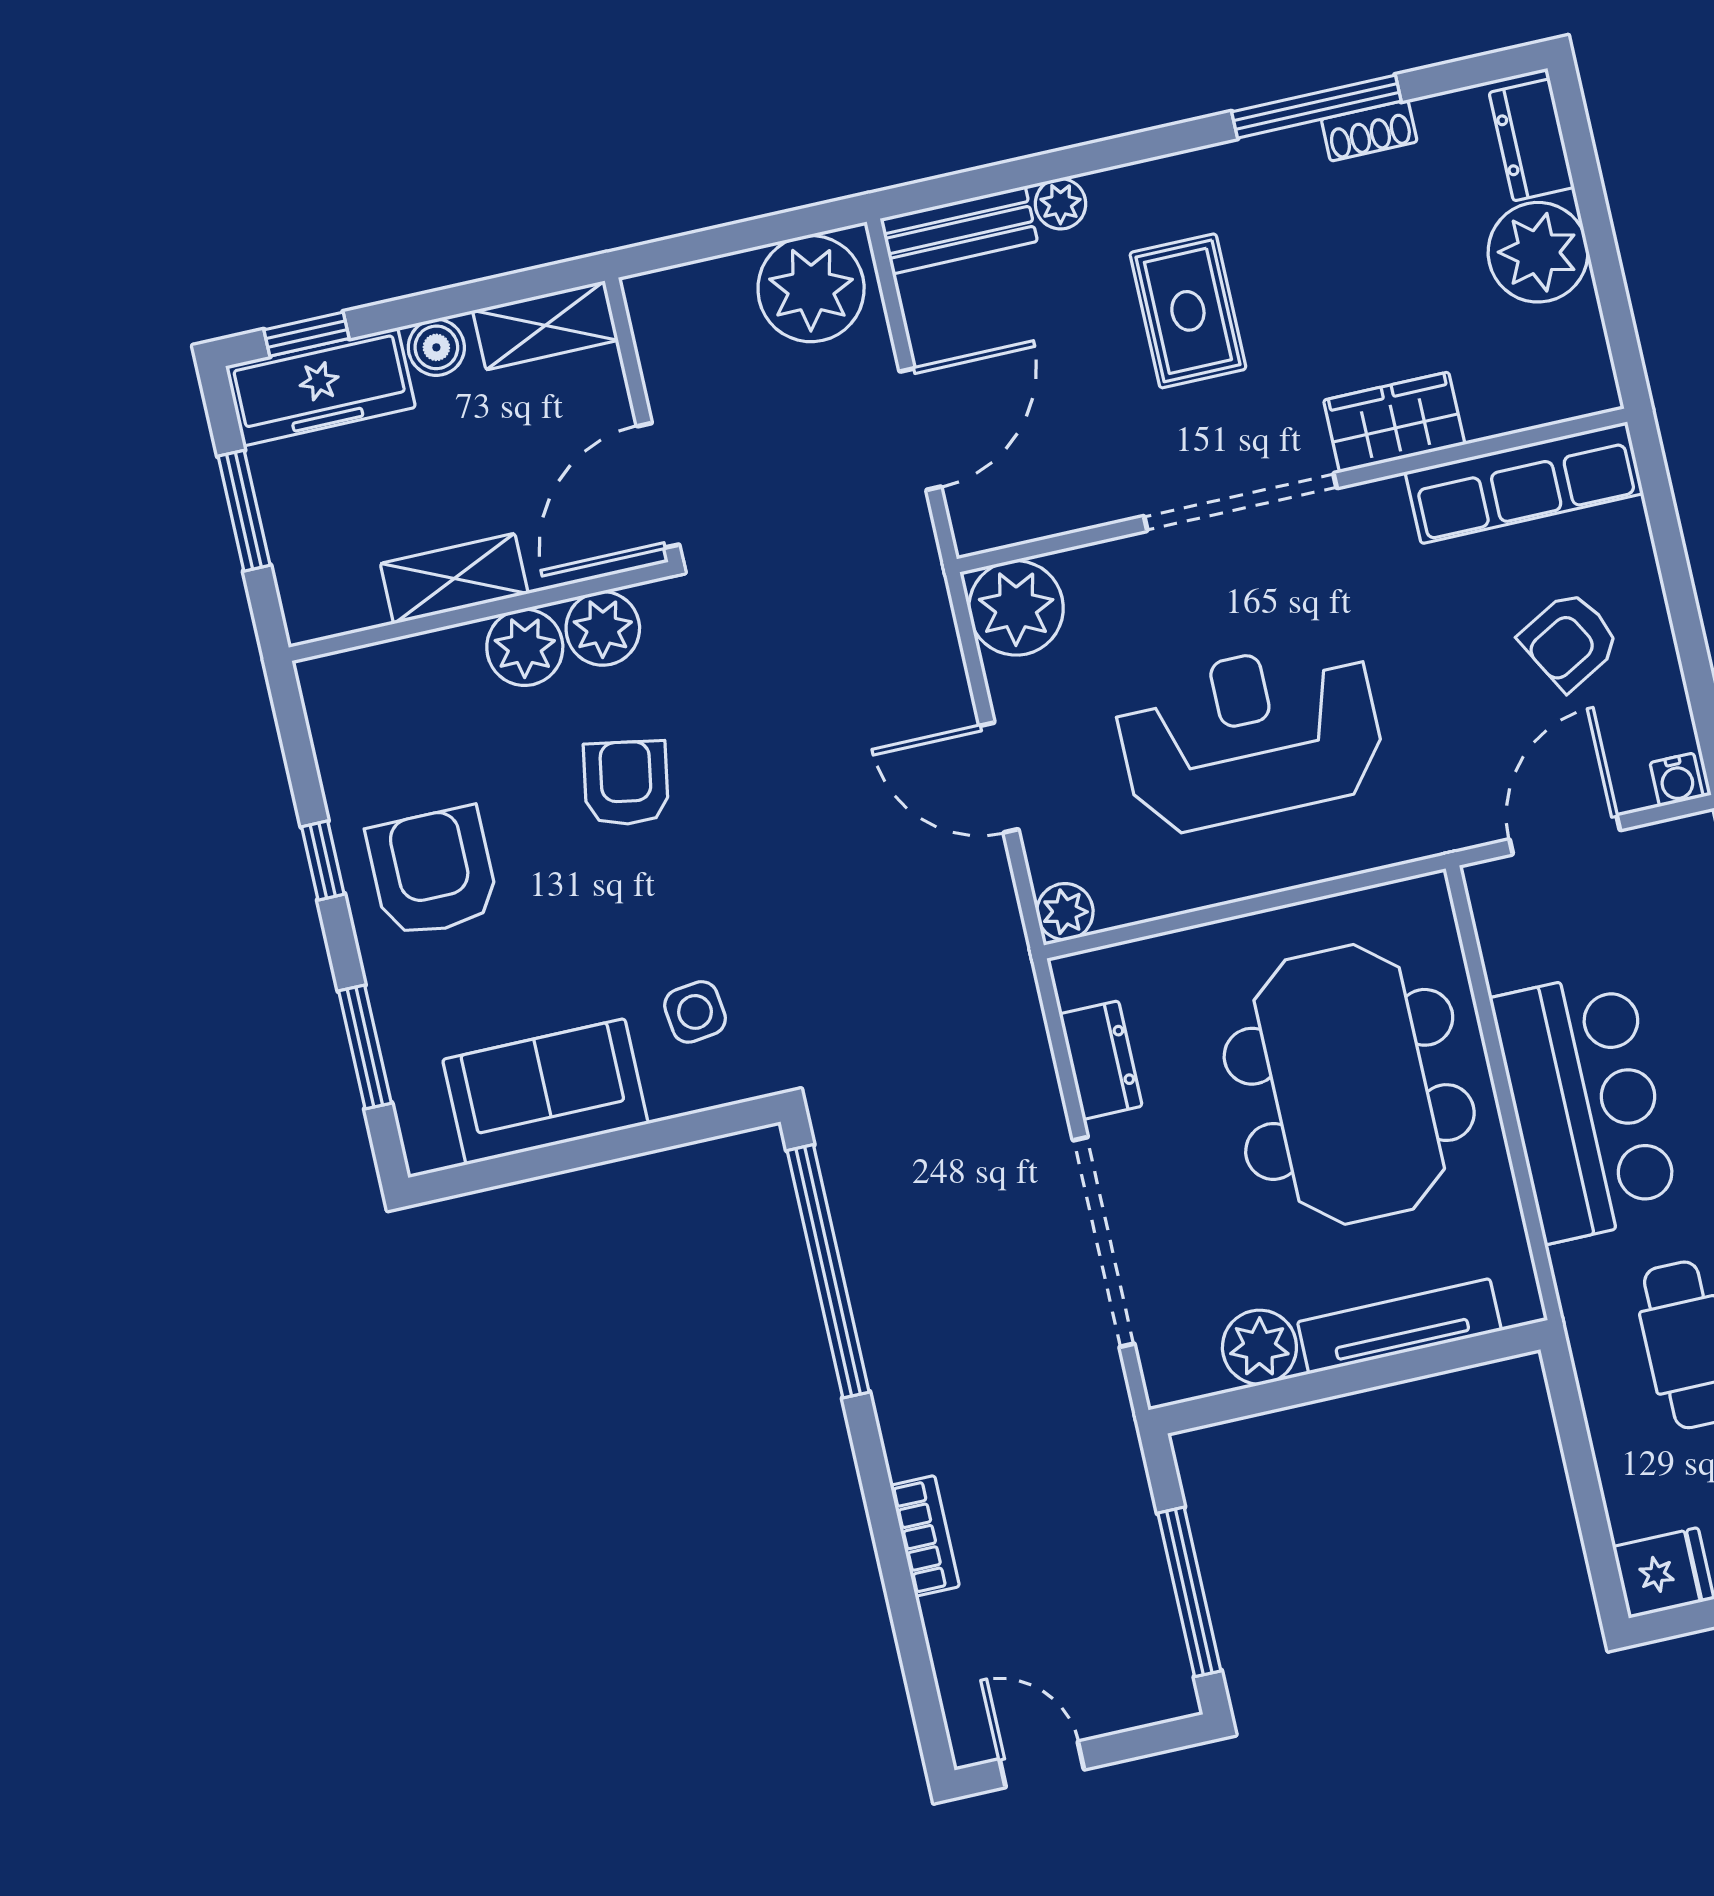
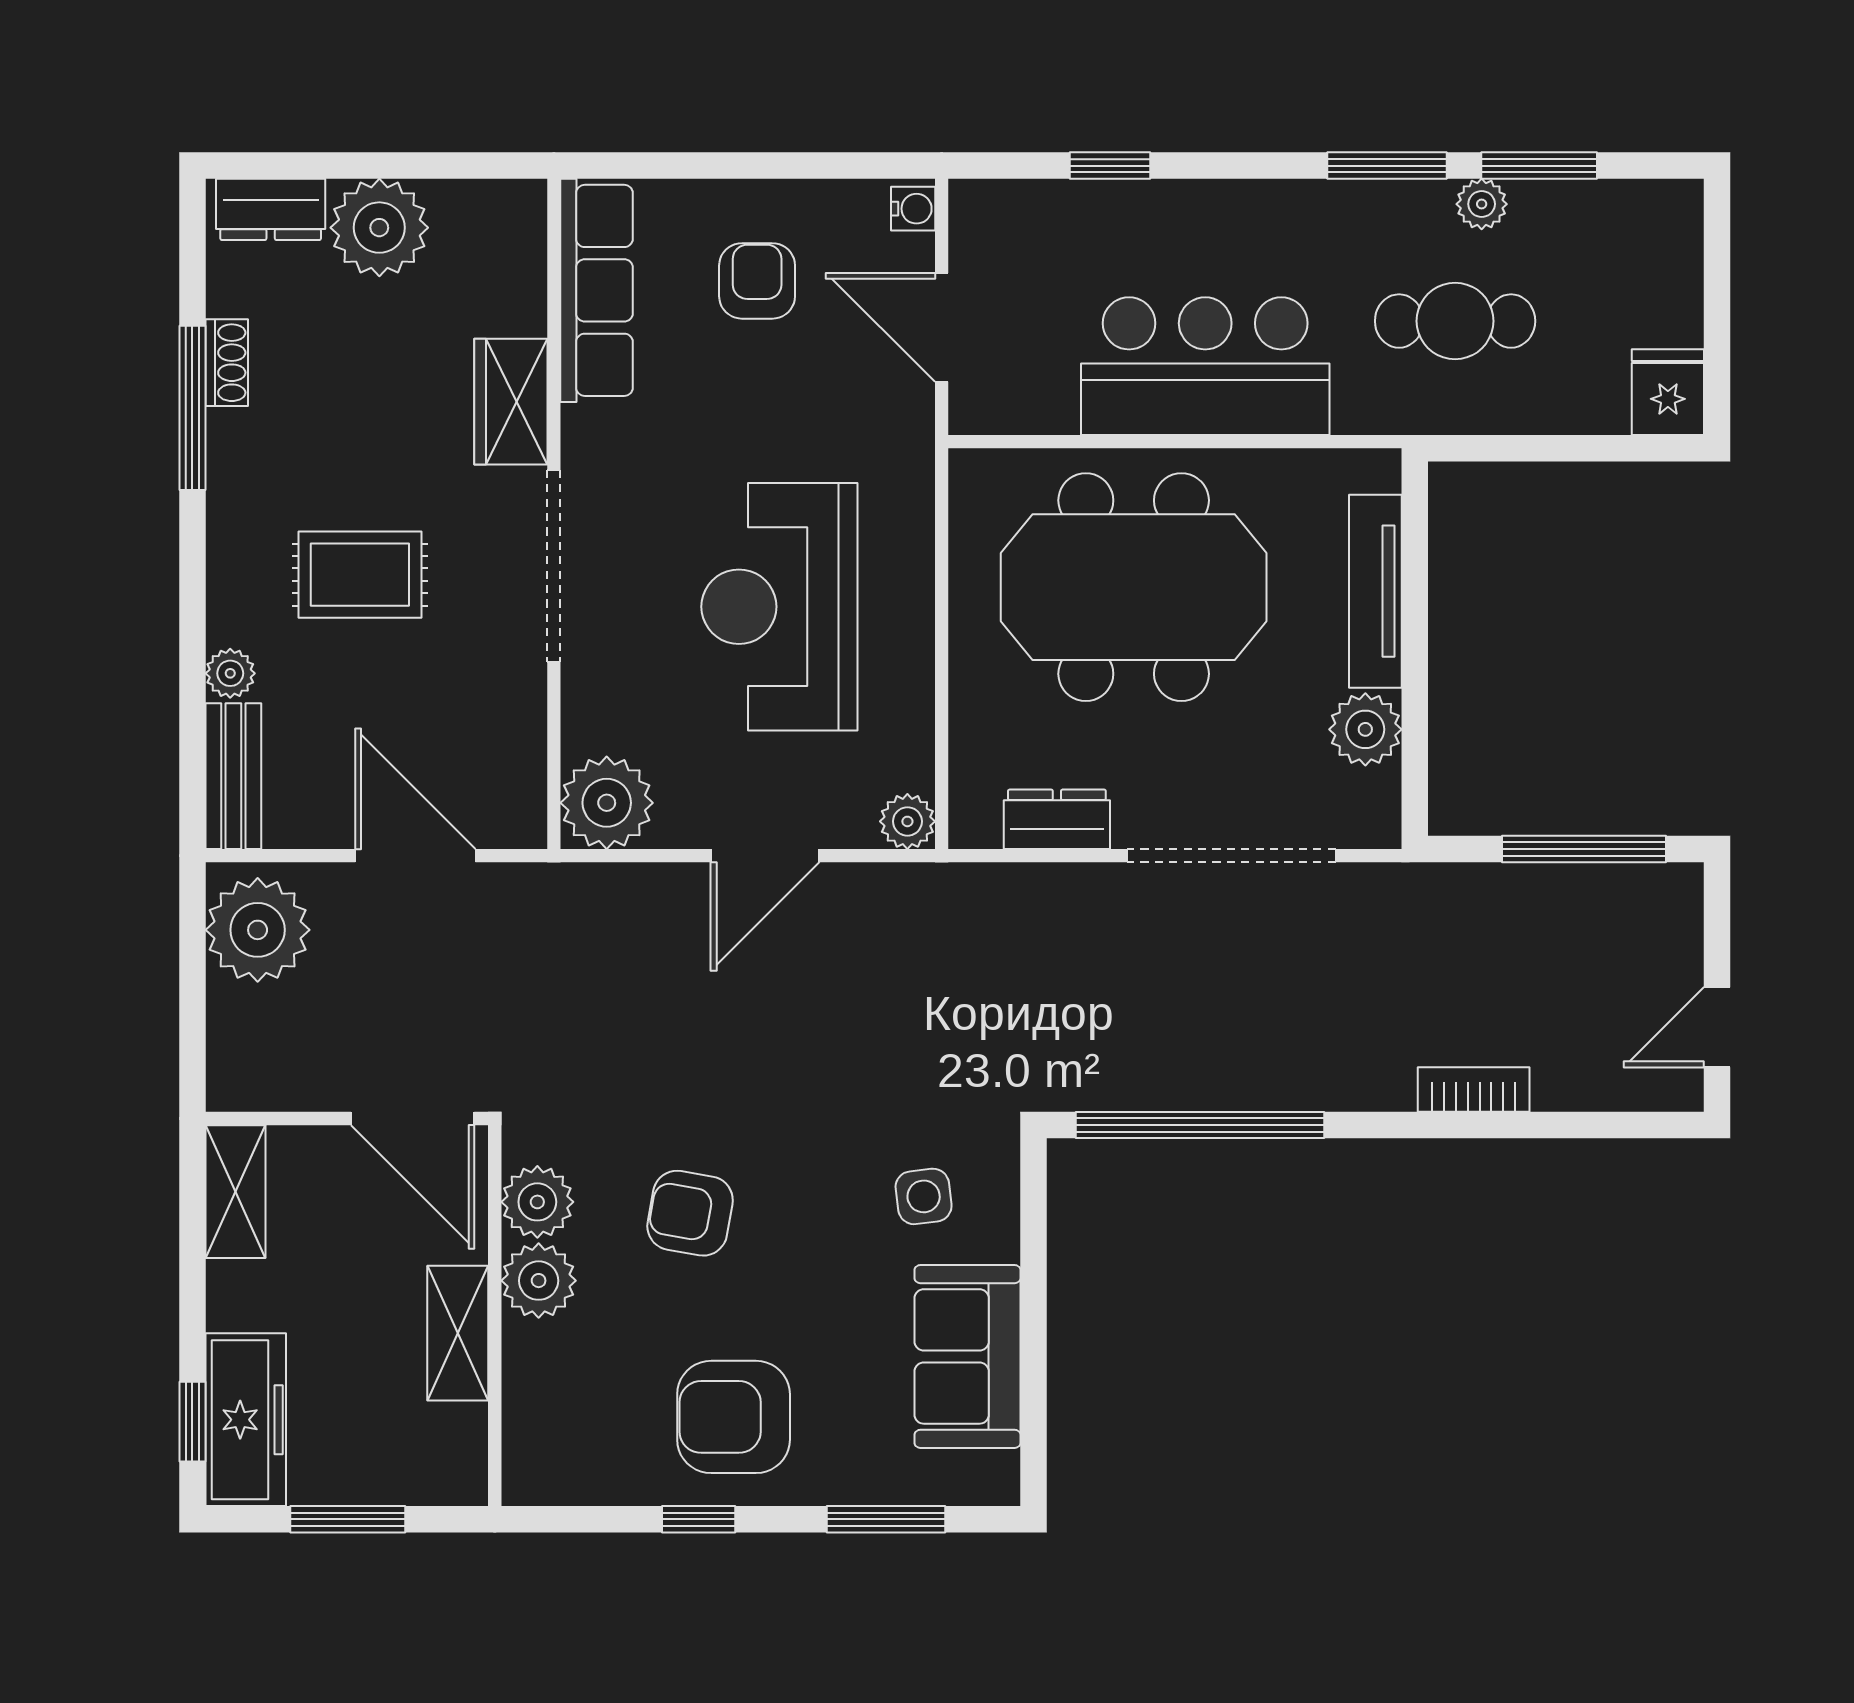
boiler: (436, 347) -> (233, 1300), removed
armchair: (1570, 641) -> (757, 281), turned -151

